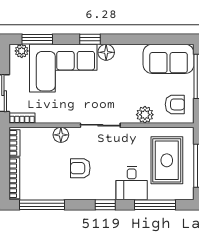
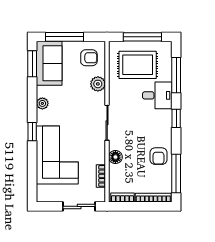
window: (37, 39) -> (32, 64), moved
plant: (22, 51) -> (42, 103), moved
floor lamp: (106, 52) -> (43, 118), removed
armchair: (175, 104) -> (89, 58), turned 90
bookcase: (22, 118) -> (101, 176), moved
armchair: (80, 168) -> (158, 156), moved

